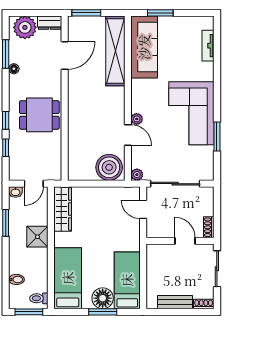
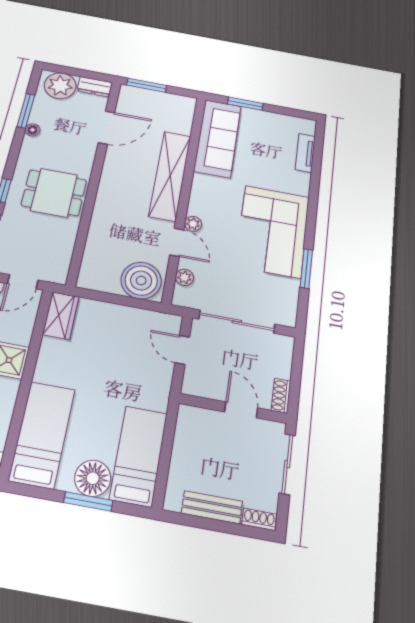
shelving: (115, 51) -> (170, 176), moved
plant: (137, 175) -> (184, 277), moved
wardrobe: (63, 209) -> (61, 315), width x0.67

